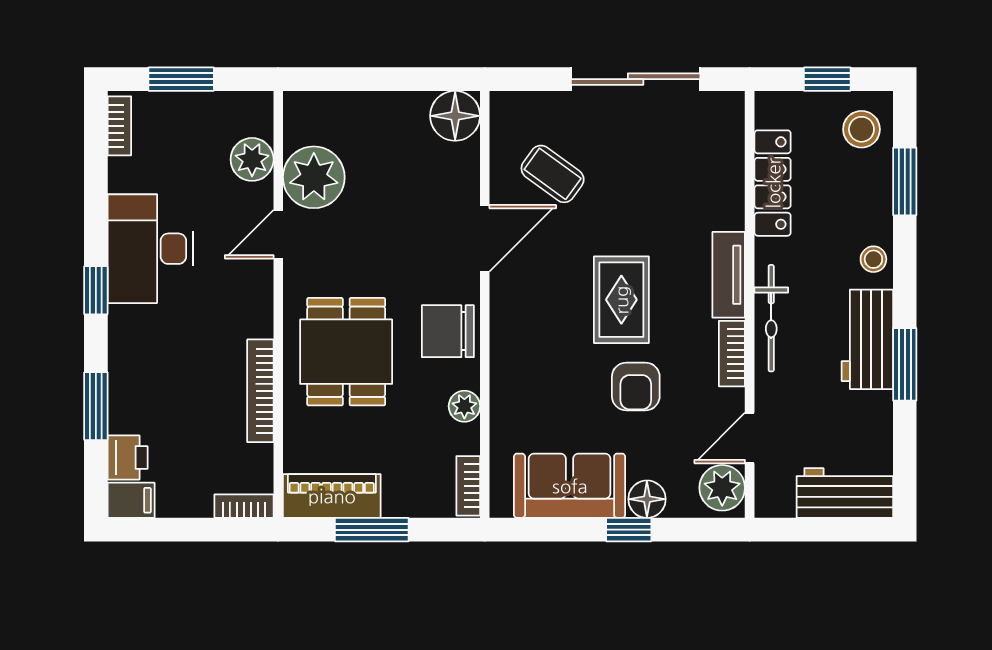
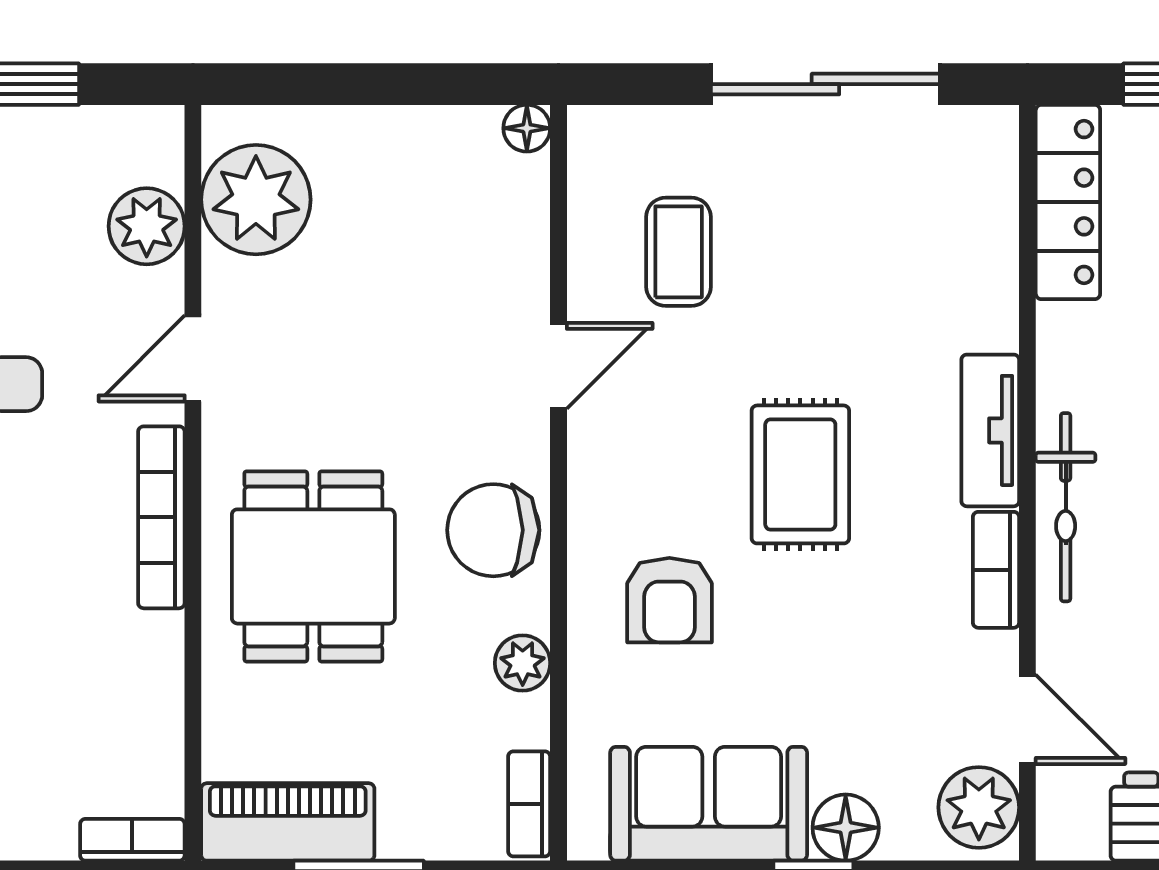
floor lamp: (455, 116) -> (527, 128), width x0.53, depth x0.53
coffee table: (553, 174) -> (679, 252), turned 54
plant: (314, 177) -> (256, 200), moved
locker: (773, 183) -> (1068, 202), moved
door: (485, 238) -> (558, 366), width x0.73
armchair: (636, 386) -> (669, 600), moved
bookcase: (260, 391) -> (161, 517), moved
door: (750, 438) -> (1027, 719), swing flipped

